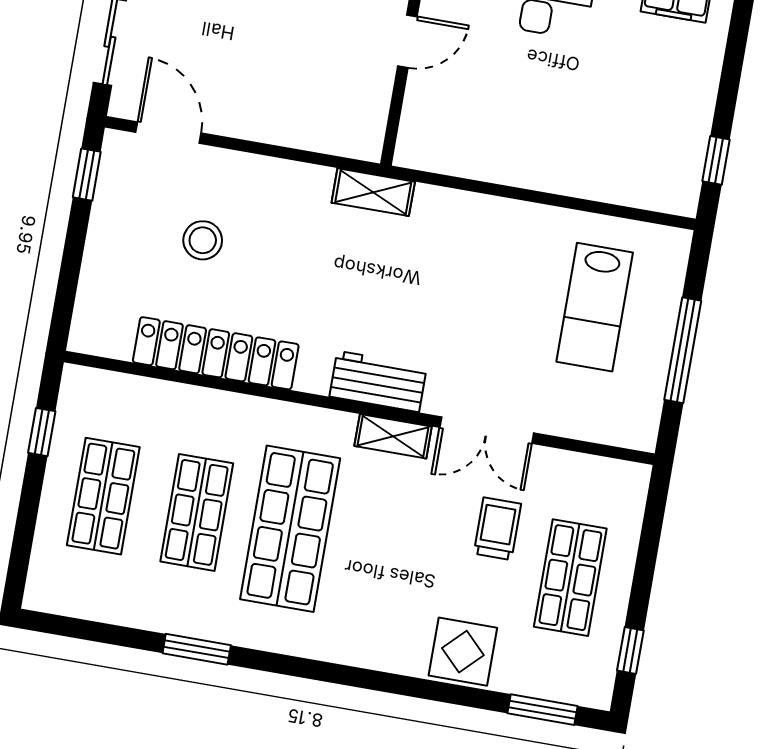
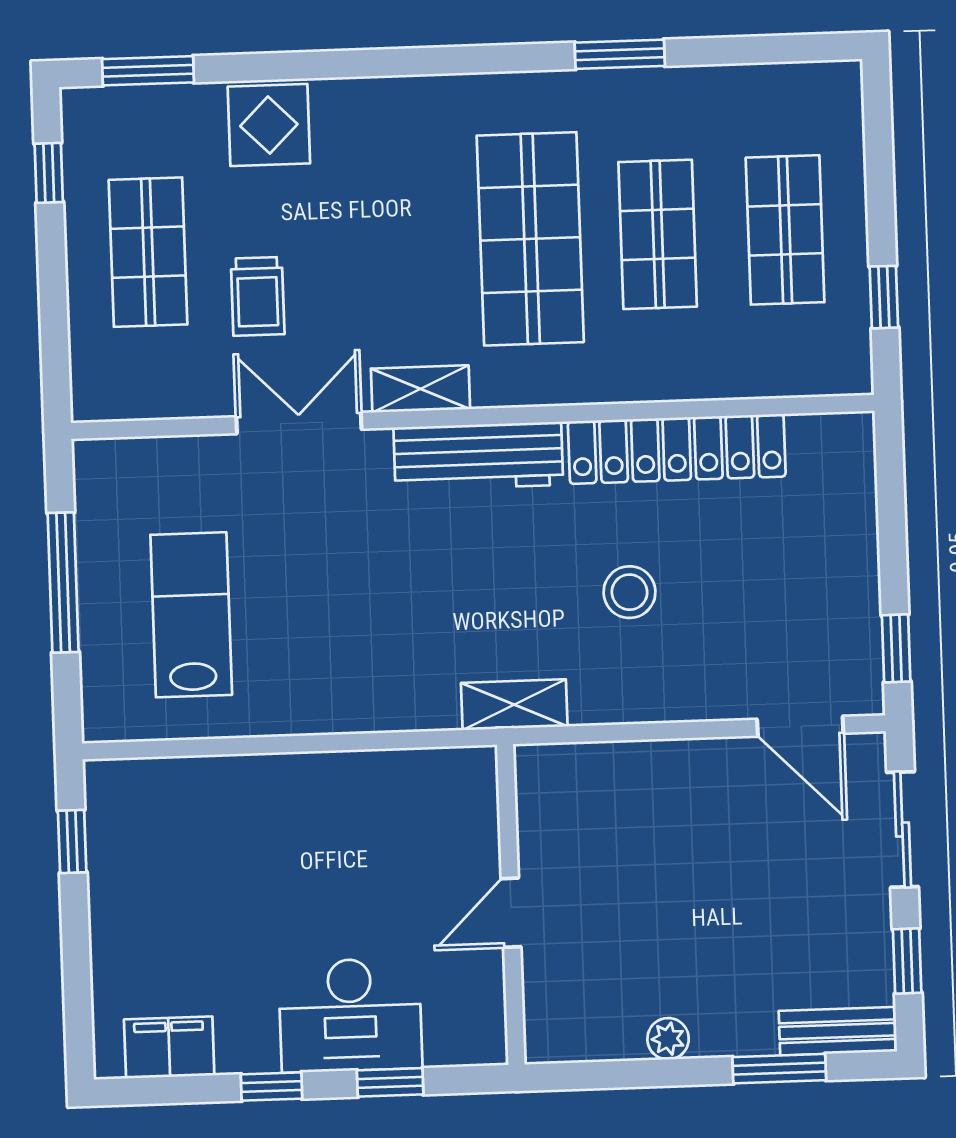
stool: (203, 240) -> (630, 592), moved
workbench: (378, 381) -> (478, 456), width x1.37

